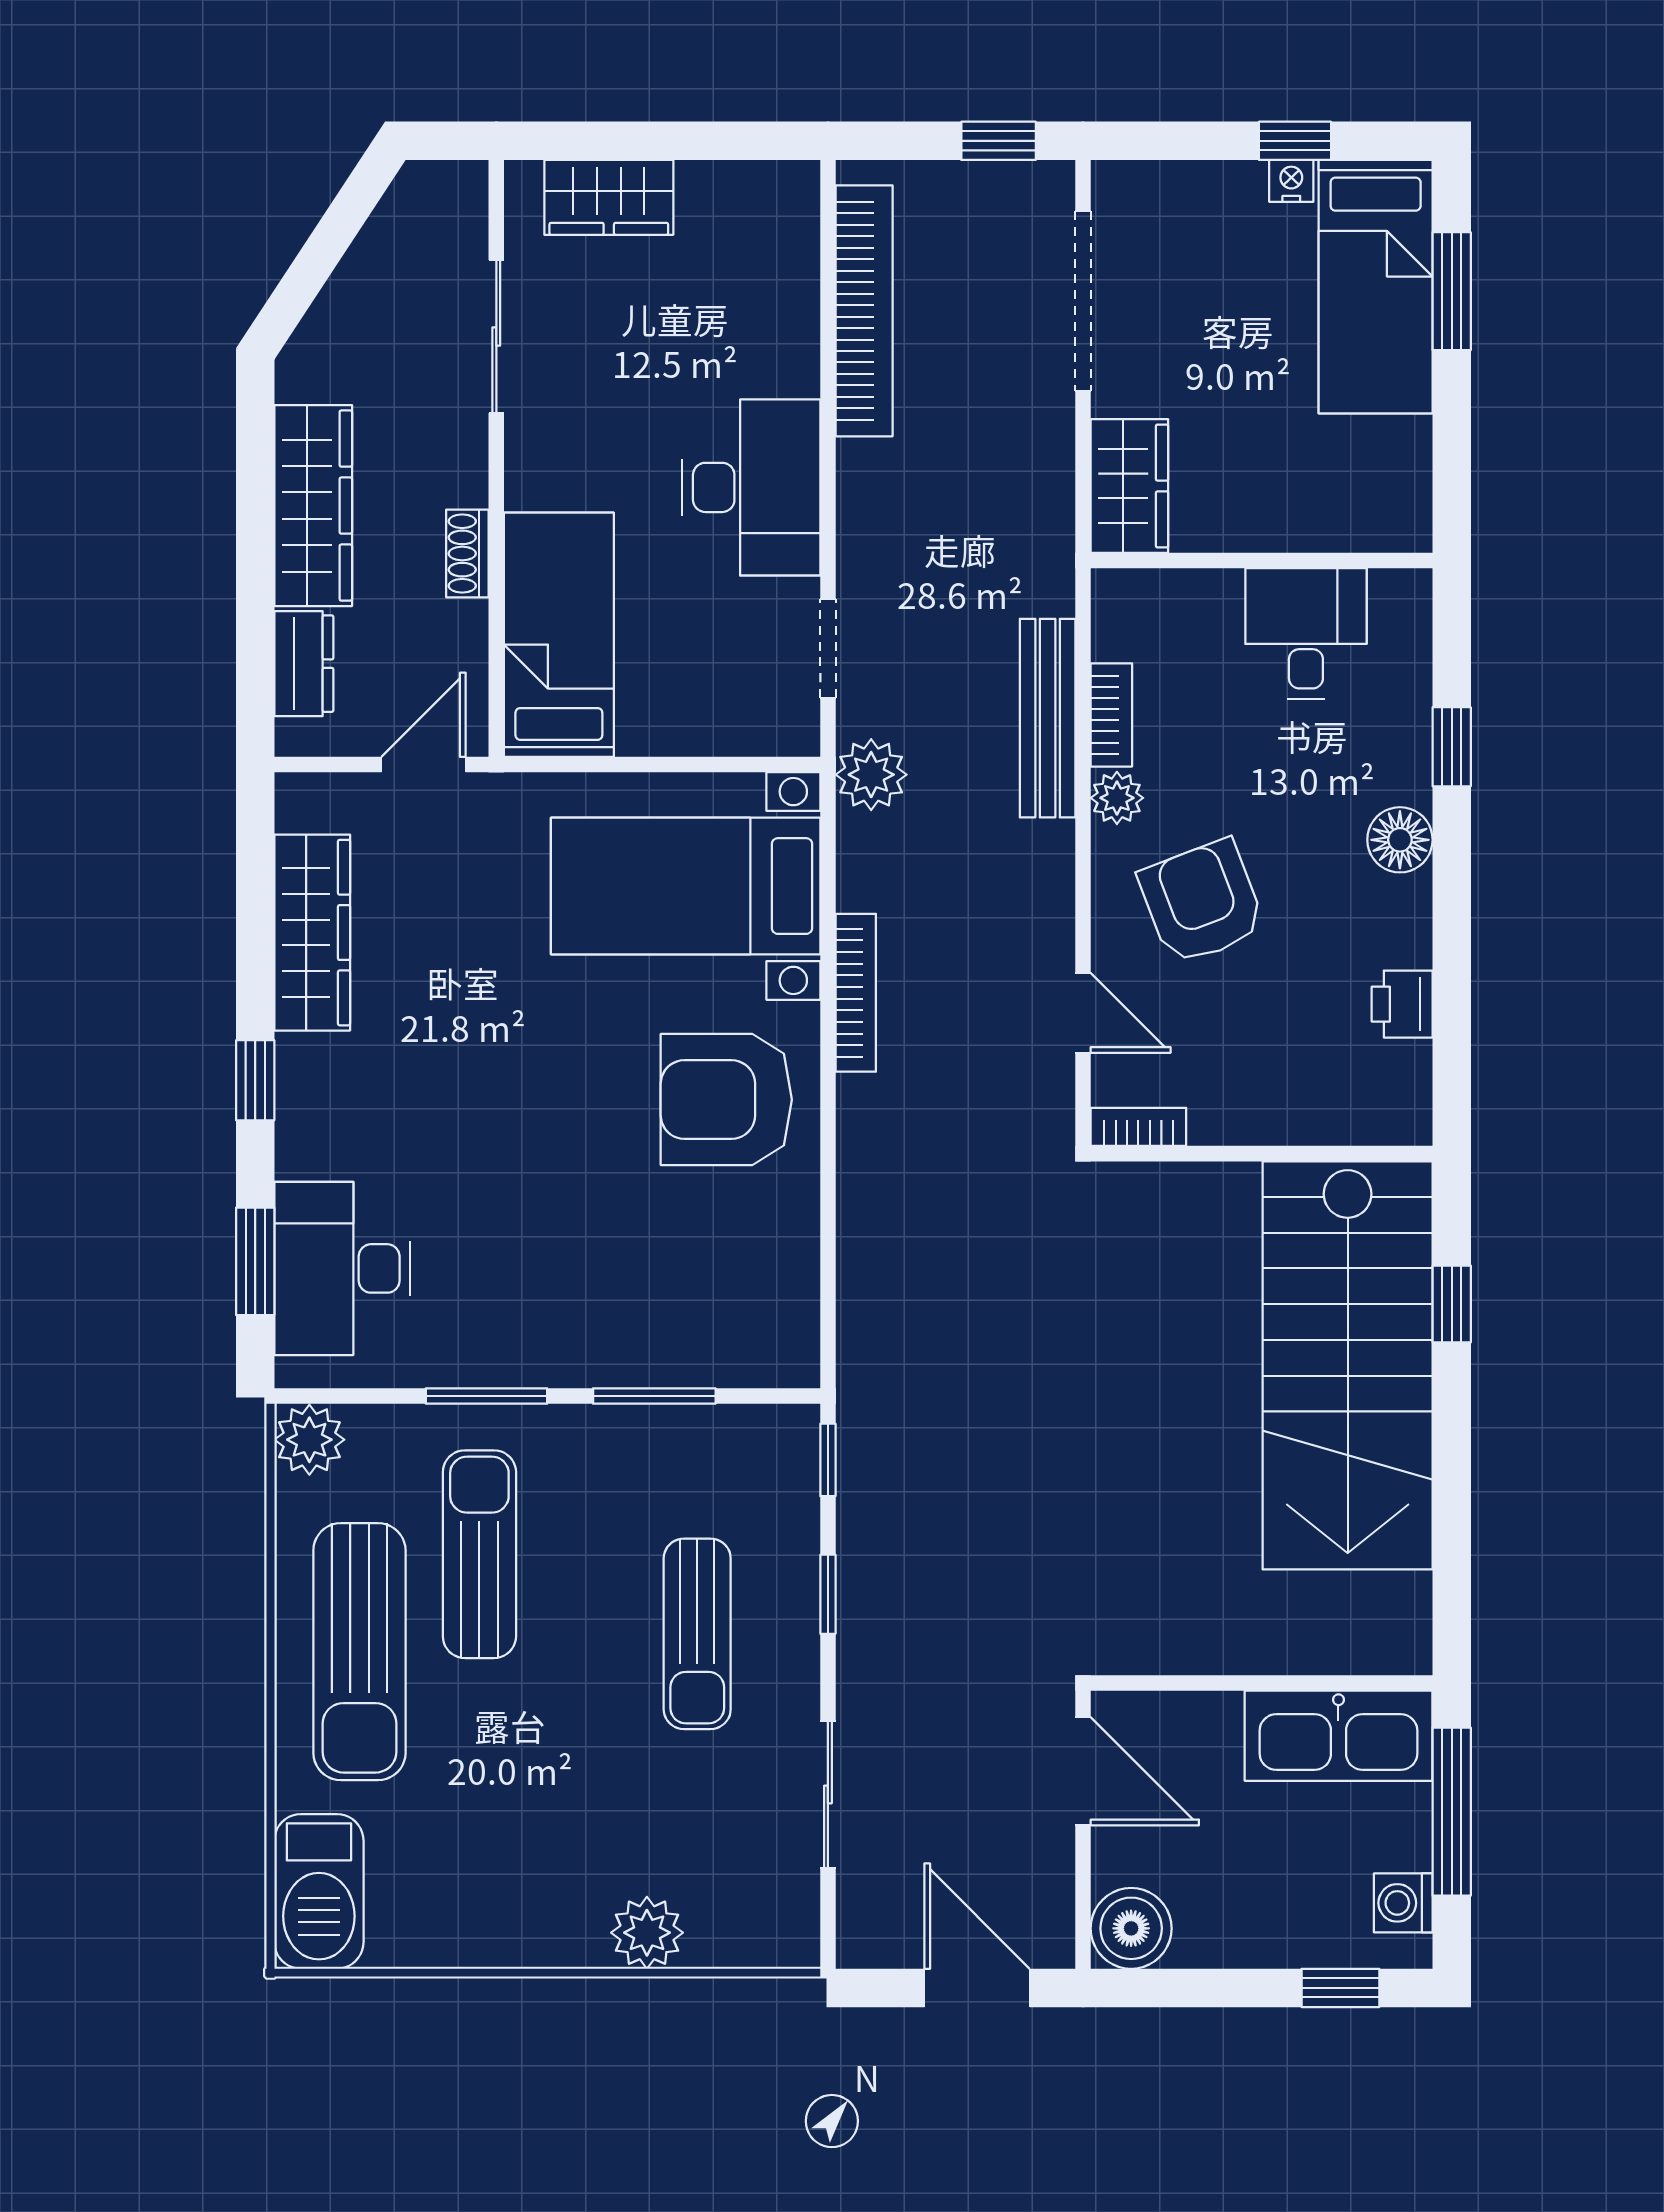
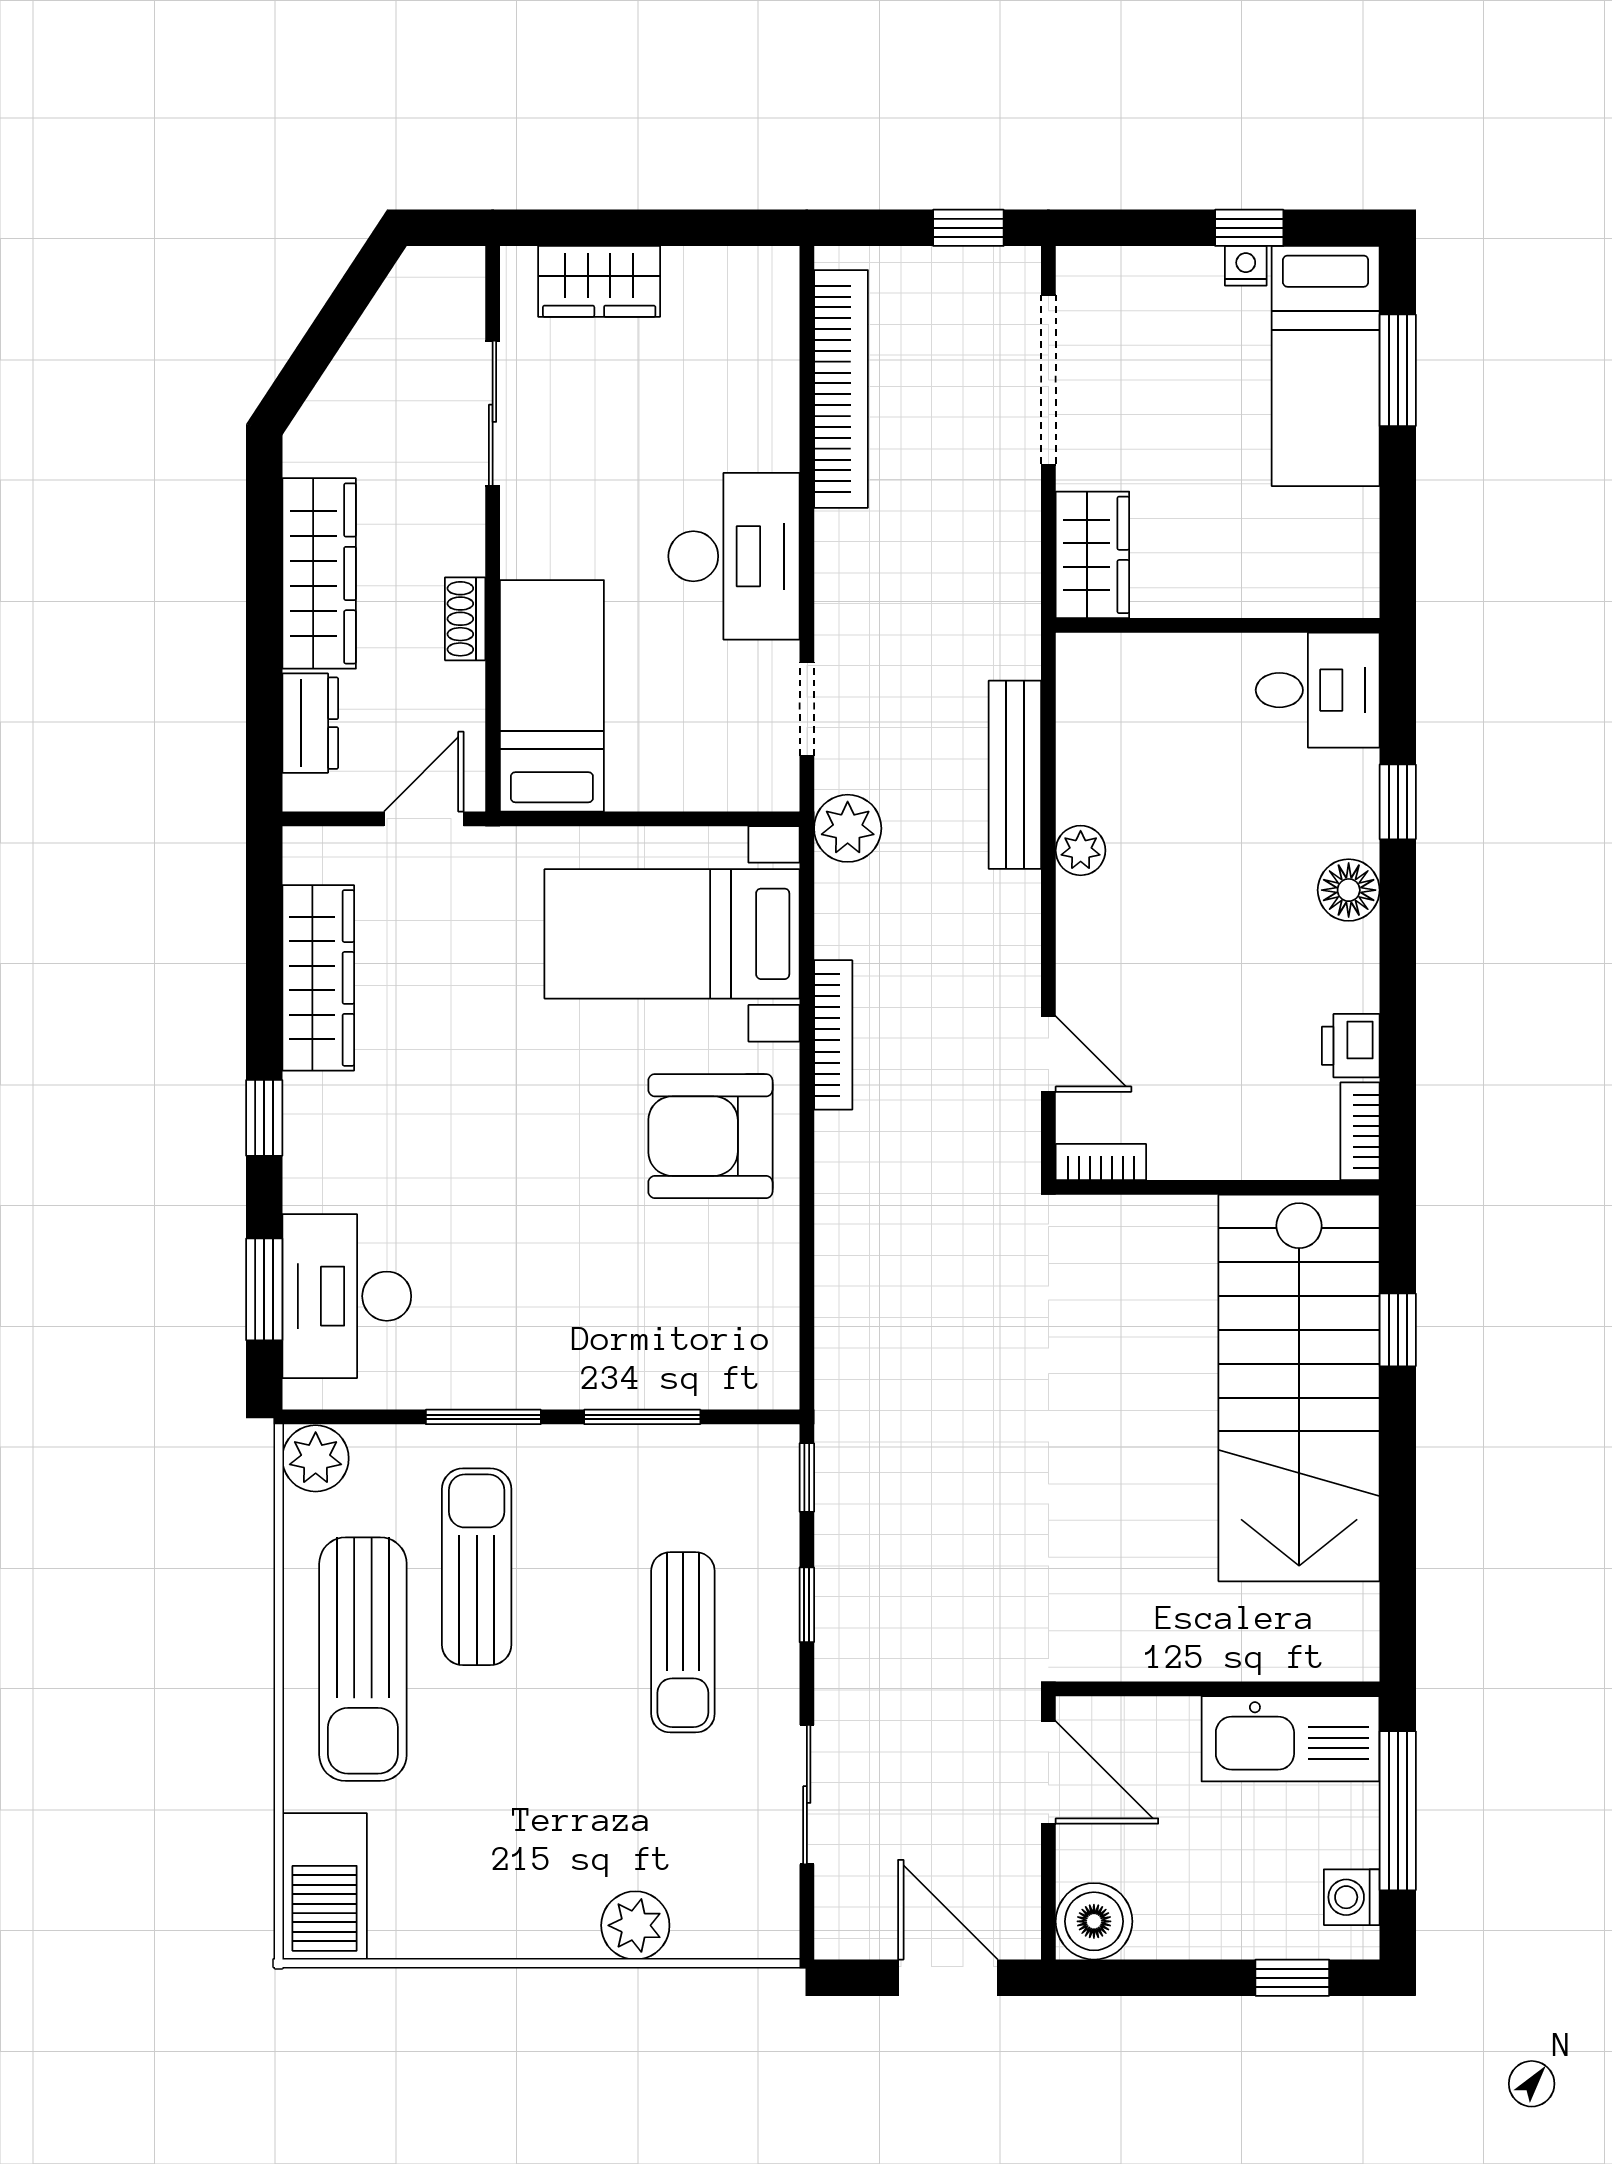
desk: (1306, 633) -> (1318, 690), moved, turned 90
bookcase: (1111, 715) -> (1360, 1131), moved, turned 180
armchair: (1202, 902) -> (1161, 949), removed

